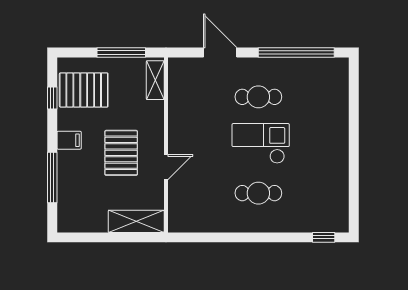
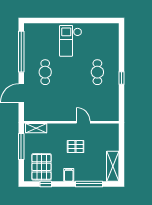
checkout: (261, 143) -> (71, 41), moved
pallet: (121, 153) -> (76, 147), width x0.67, depth x0.71
shelving: (136, 221) -> (113, 166), moved
window: (324, 237) -> (121, 78), moved

